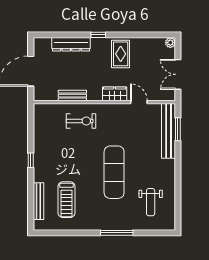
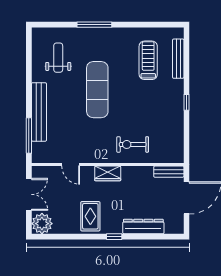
plant: (170, 43) -> (42, 224), width x1.88, depth x1.88
wardrobe: (115, 94) -> (108, 173), moved
bench: (72, 96) -> (169, 172), moved
window: (178, 129) -> (29, 136), width x1.44
bench: (169, 131) -> (39, 112), moved

